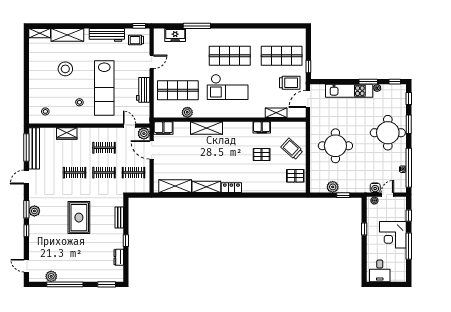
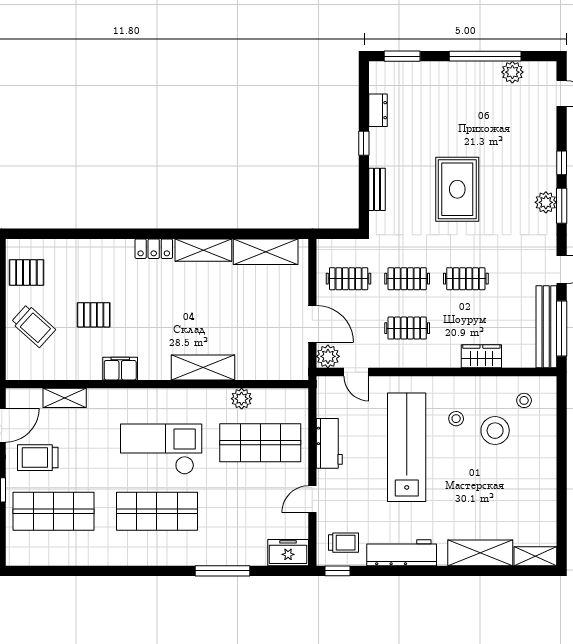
freezer: (175, 35) -> (288, 553), moved
stool: (65, 69) -> (495, 431), moved
filing cabinet: (262, 127) -> (120, 369), moved
filing cabinet: (163, 128) -> (289, 367), removed

